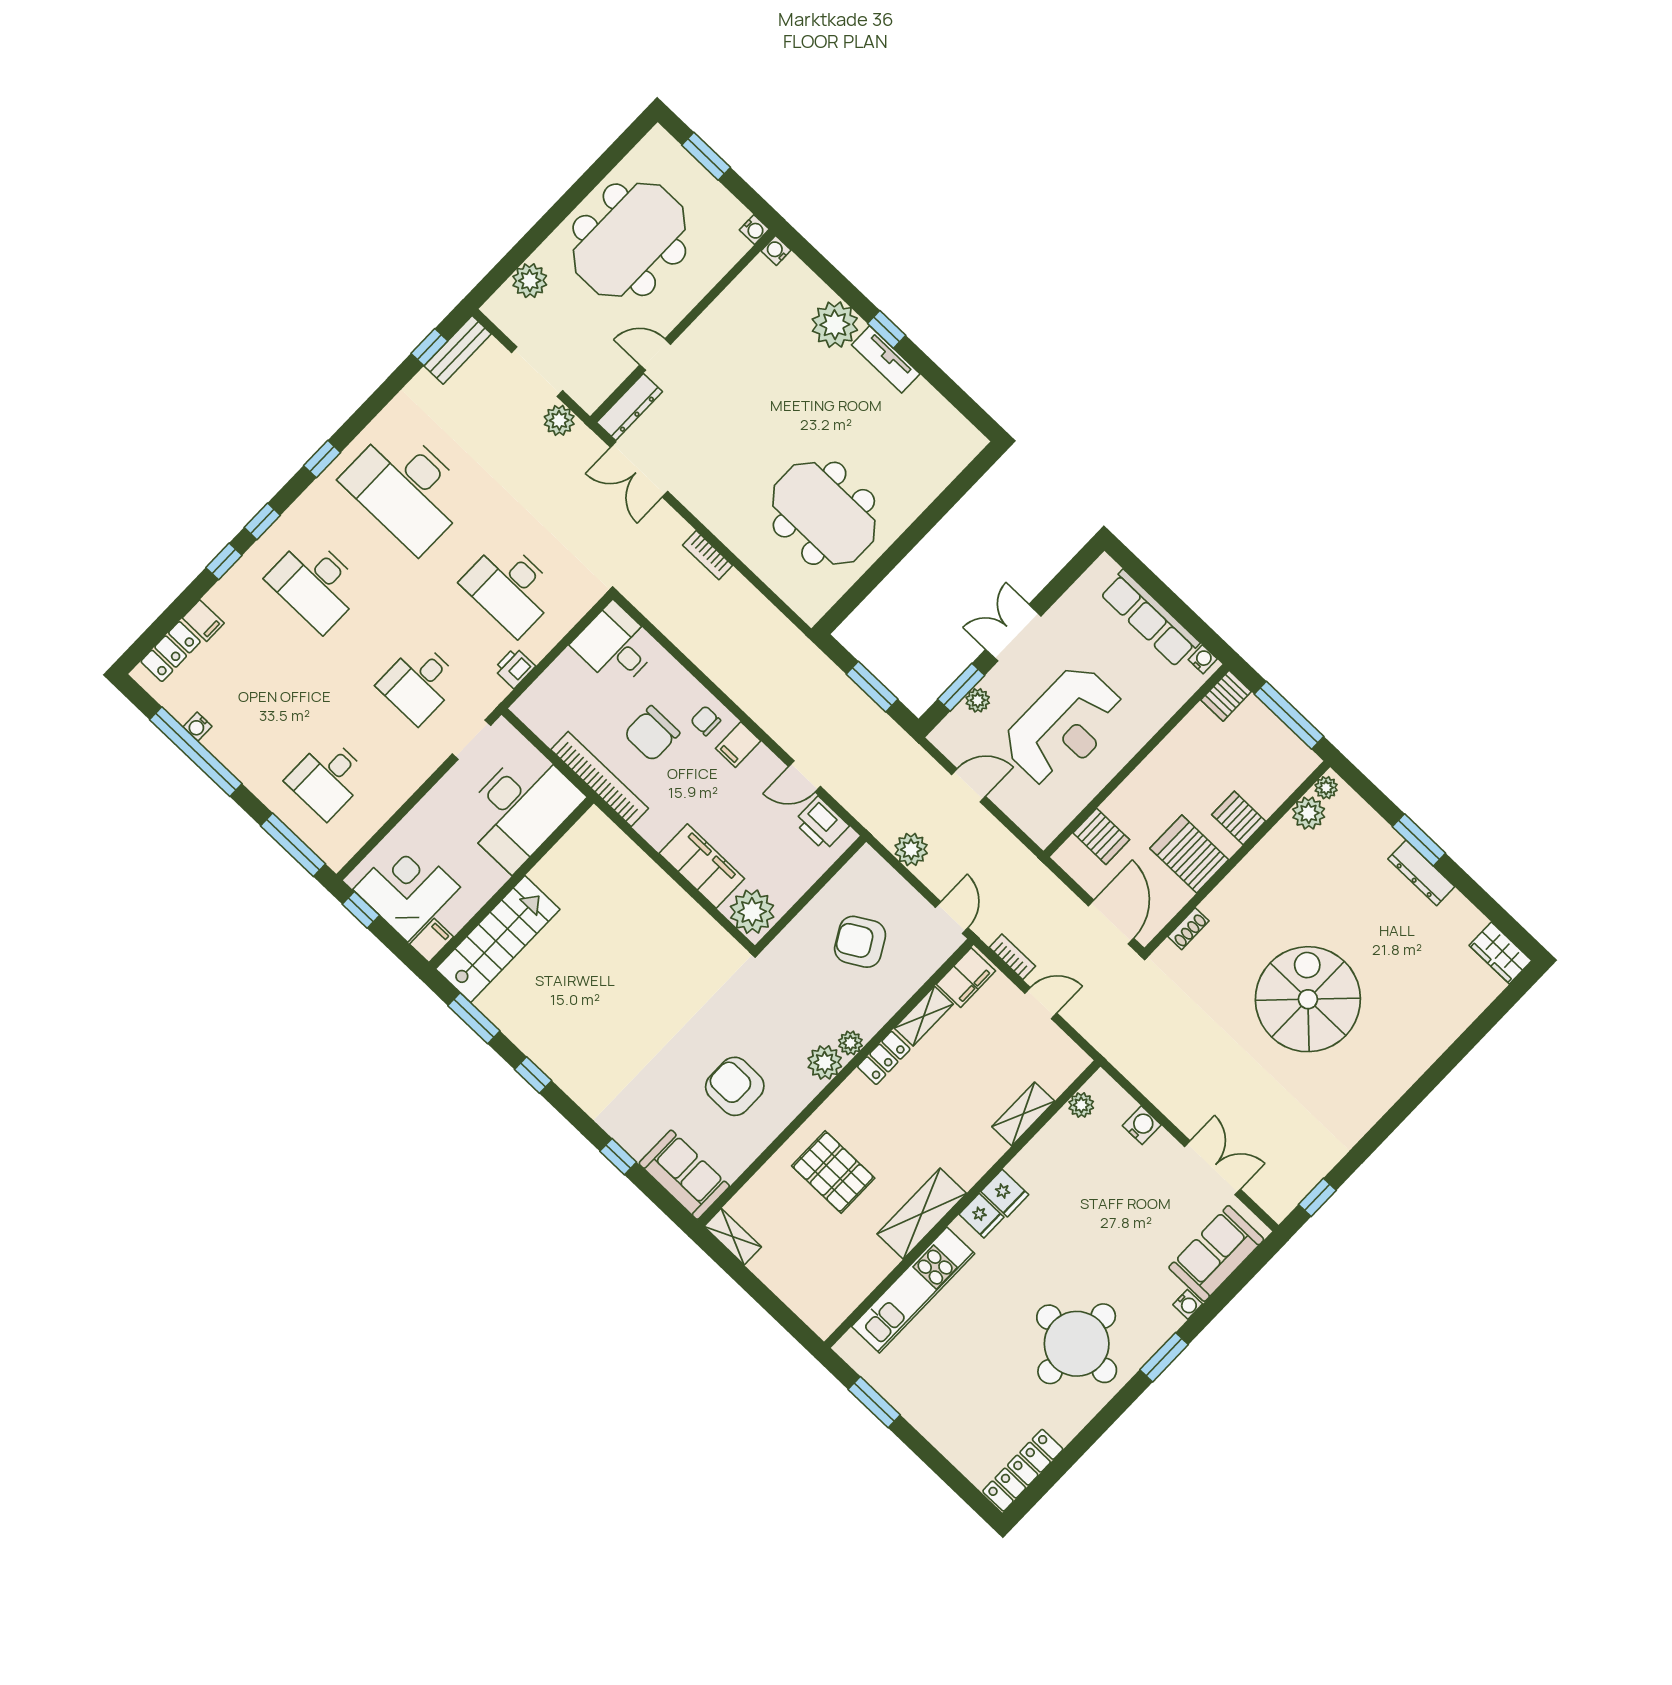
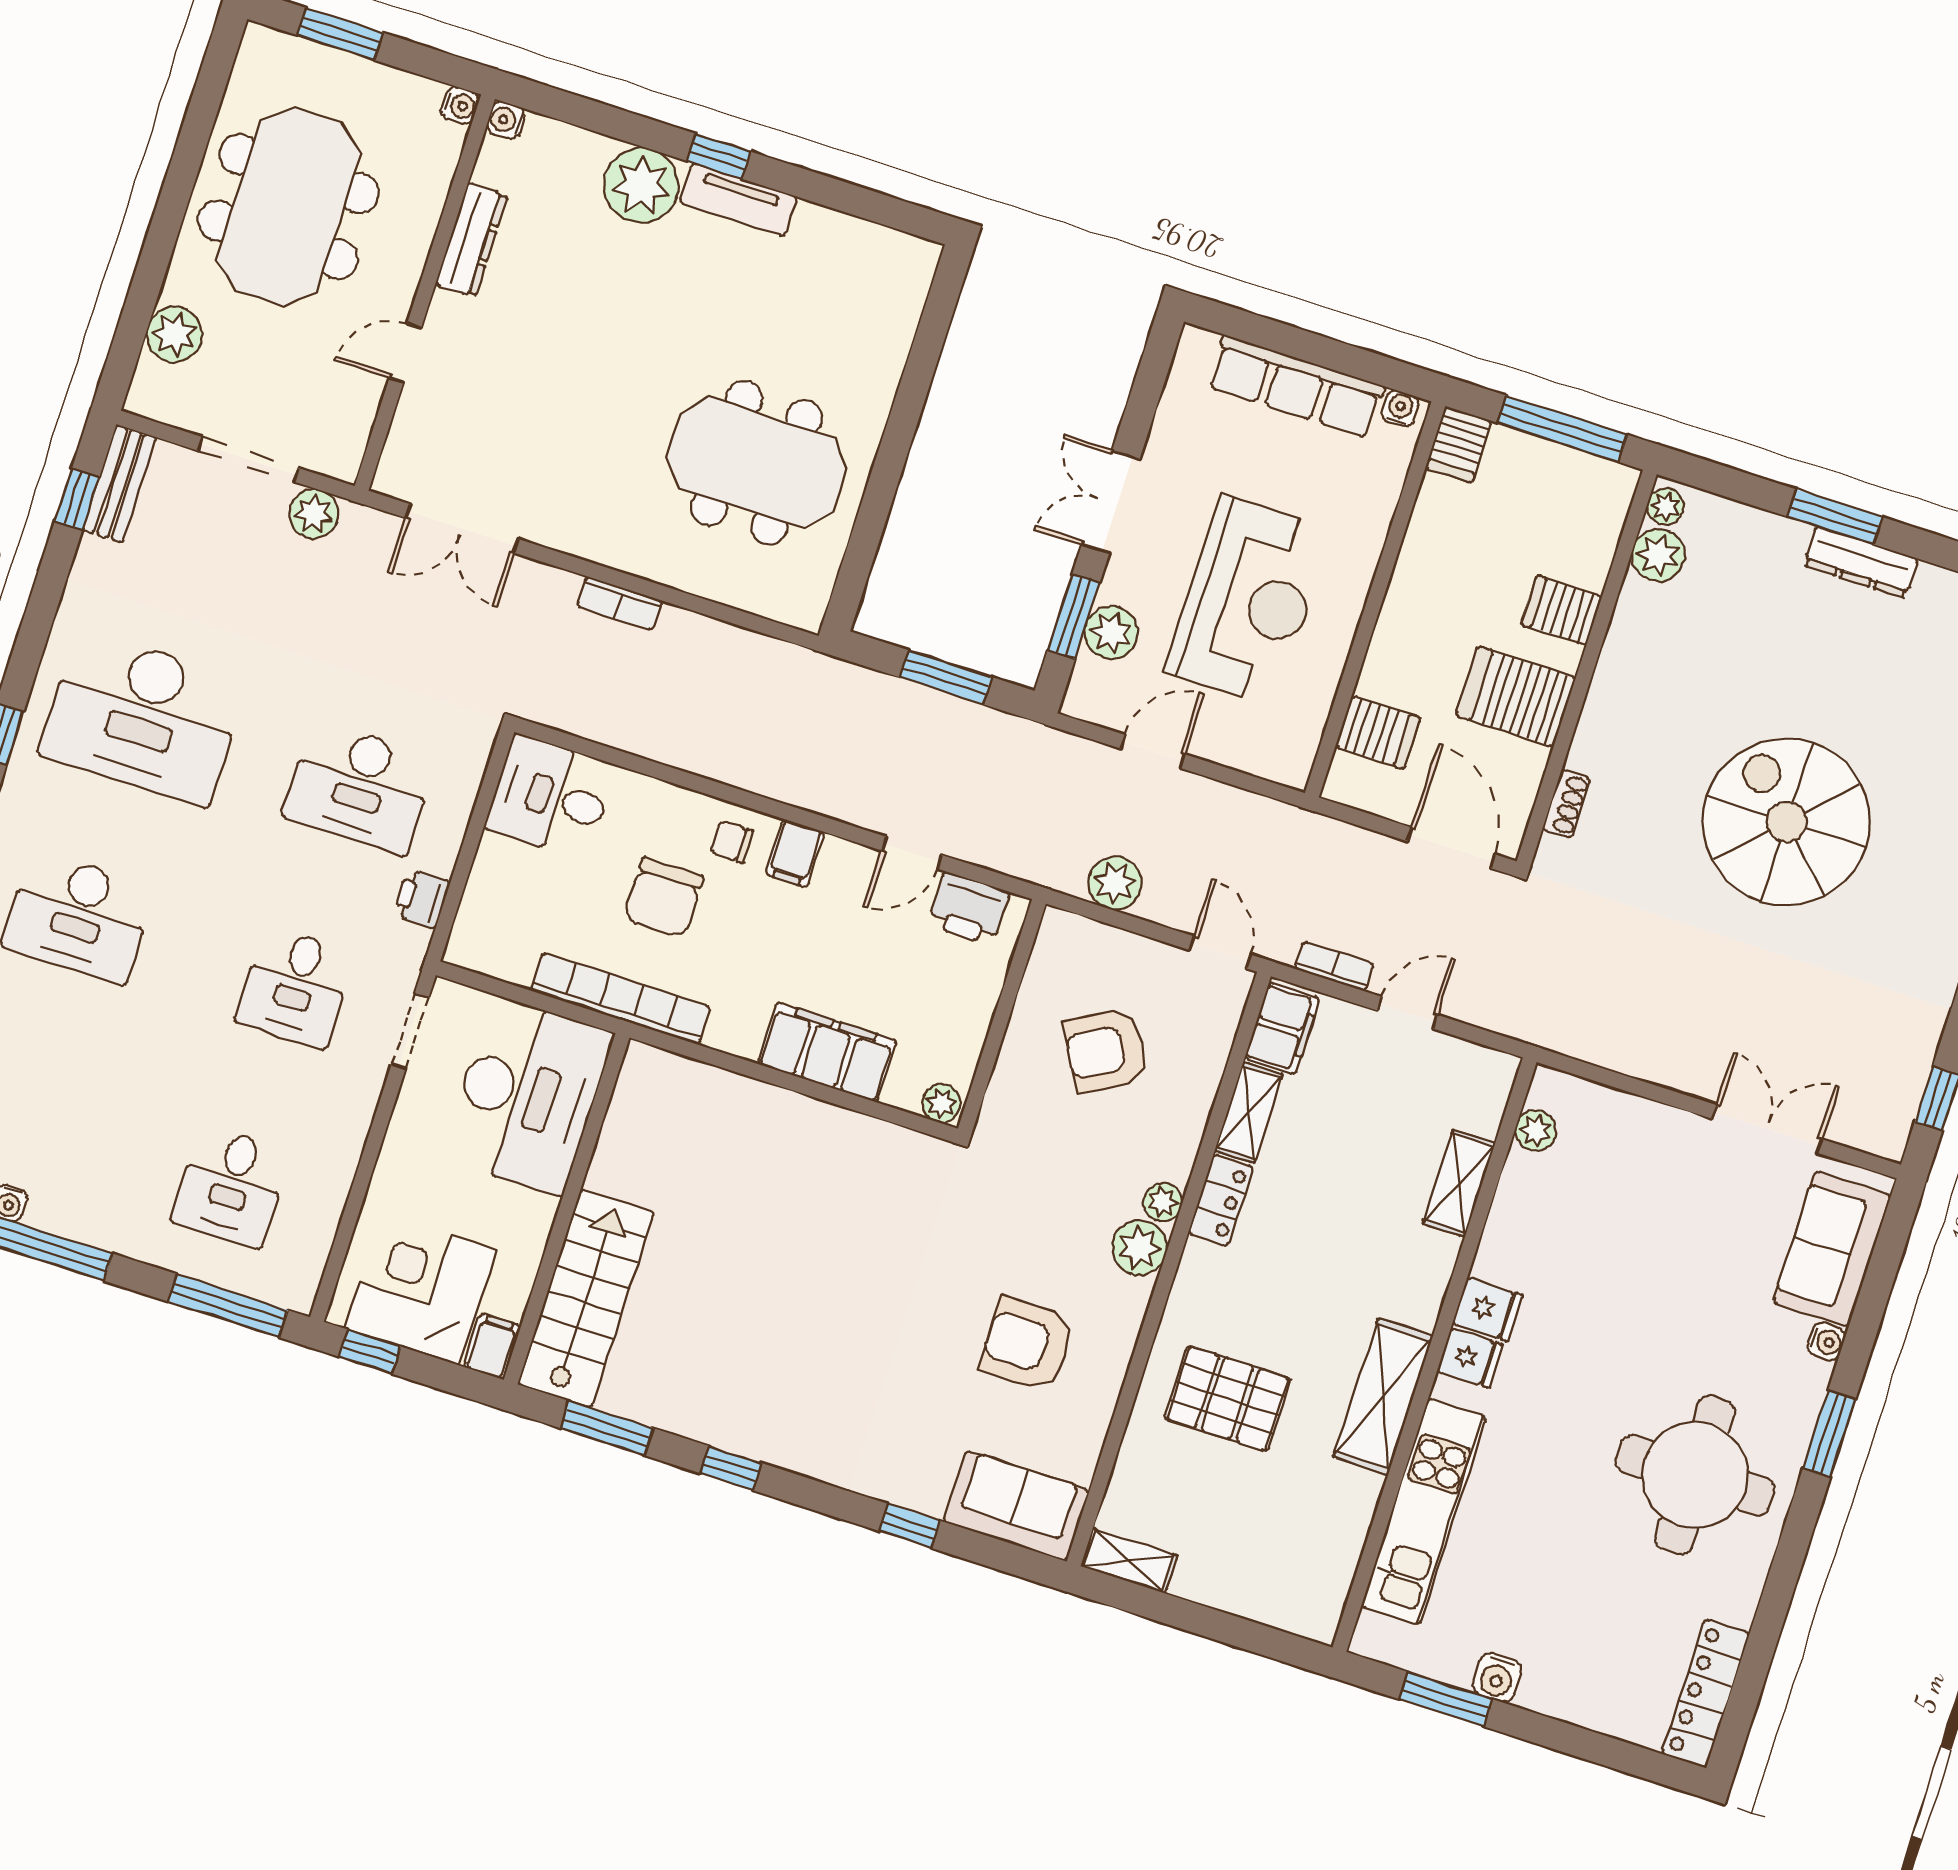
dresser: (629, 407) -> (471, 240), moved
plant: (978, 700) -> (1111, 633), width x1.38, depth x1.38
plant: (752, 912) -> (941, 1103), width x0.53, depth x0.53
water cooler: (1142, 1125) -> (1497, 1678), moved, turned 180

